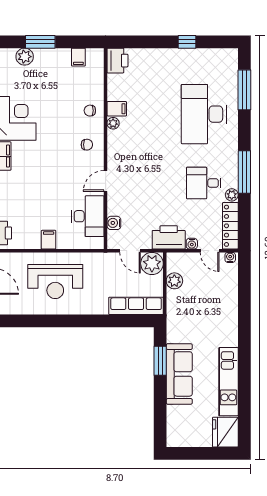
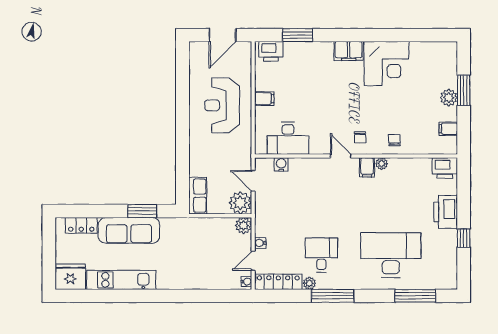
plant: (25, 57) -> (449, 98), moved
filing cabinet: (117, 109) -> (367, 167), moved
door: (106, 181) -> (341, 156), moved
printer: (169, 237) -> (446, 212), moved, turned 180
door: (130, 251) -> (253, 181), hinge flipped
plant: (174, 281) -> (243, 225), moved
row of seats: (136, 306) -> (198, 196), width x0.68
locker: (174, 421) -> (81, 225), added

